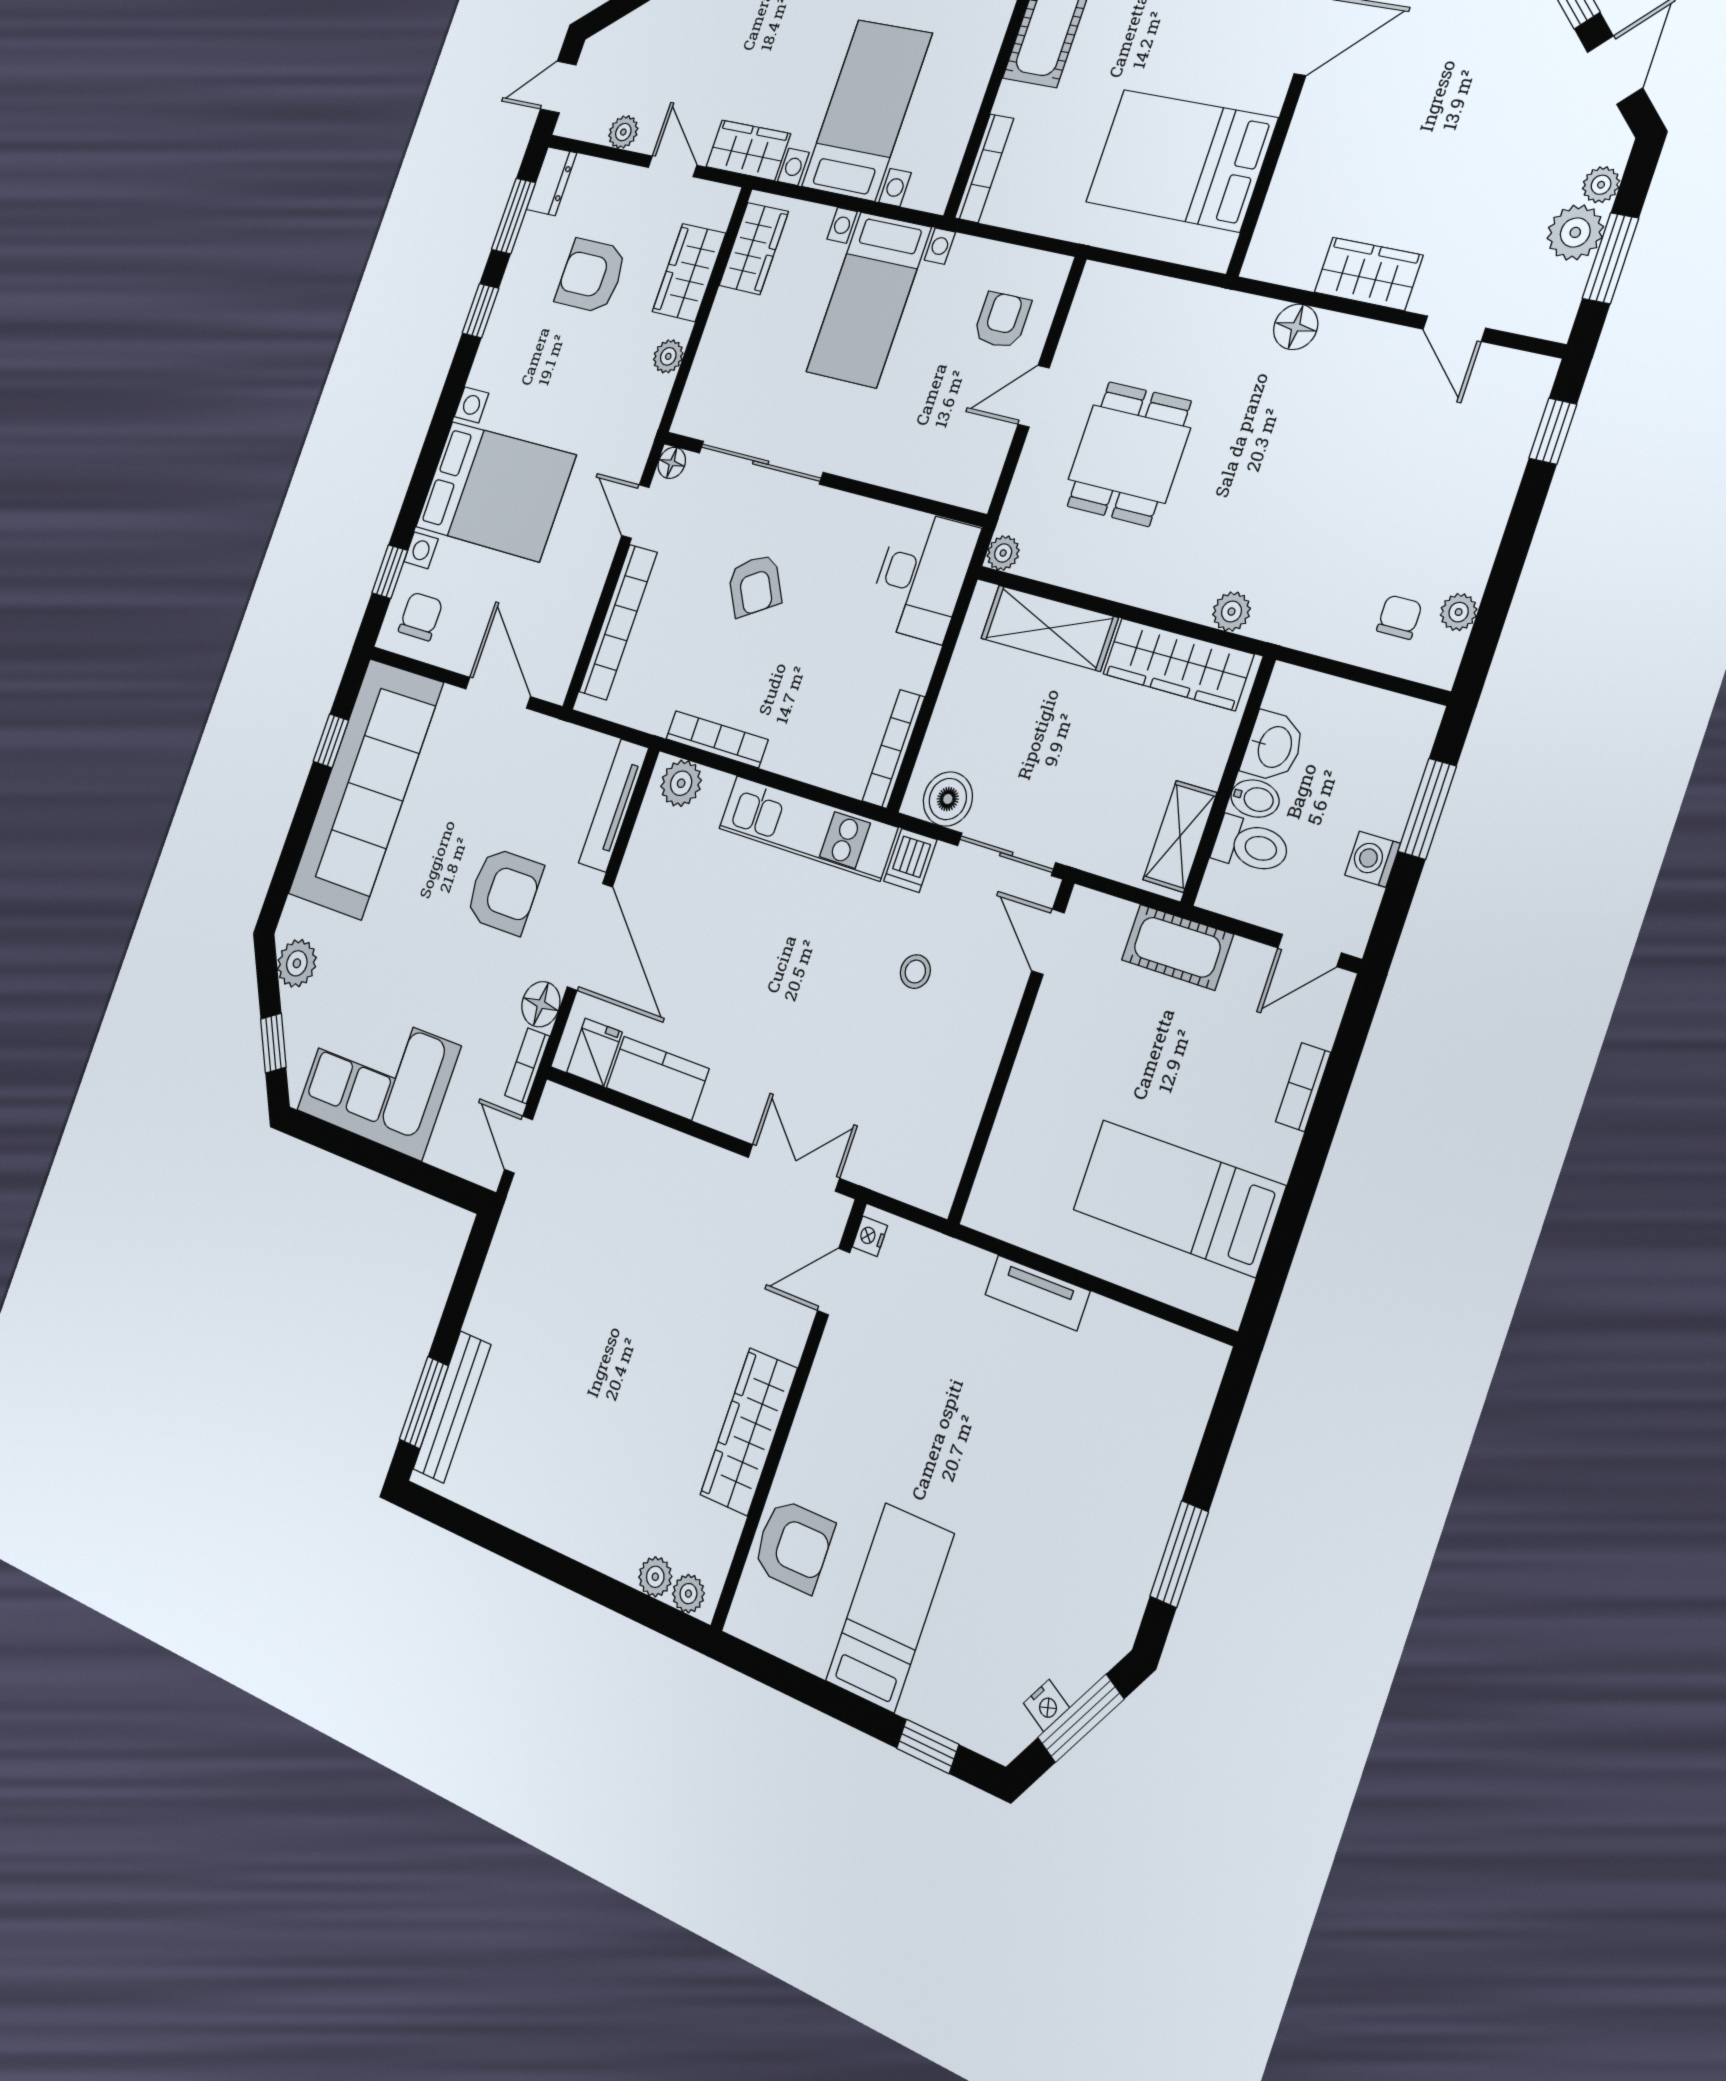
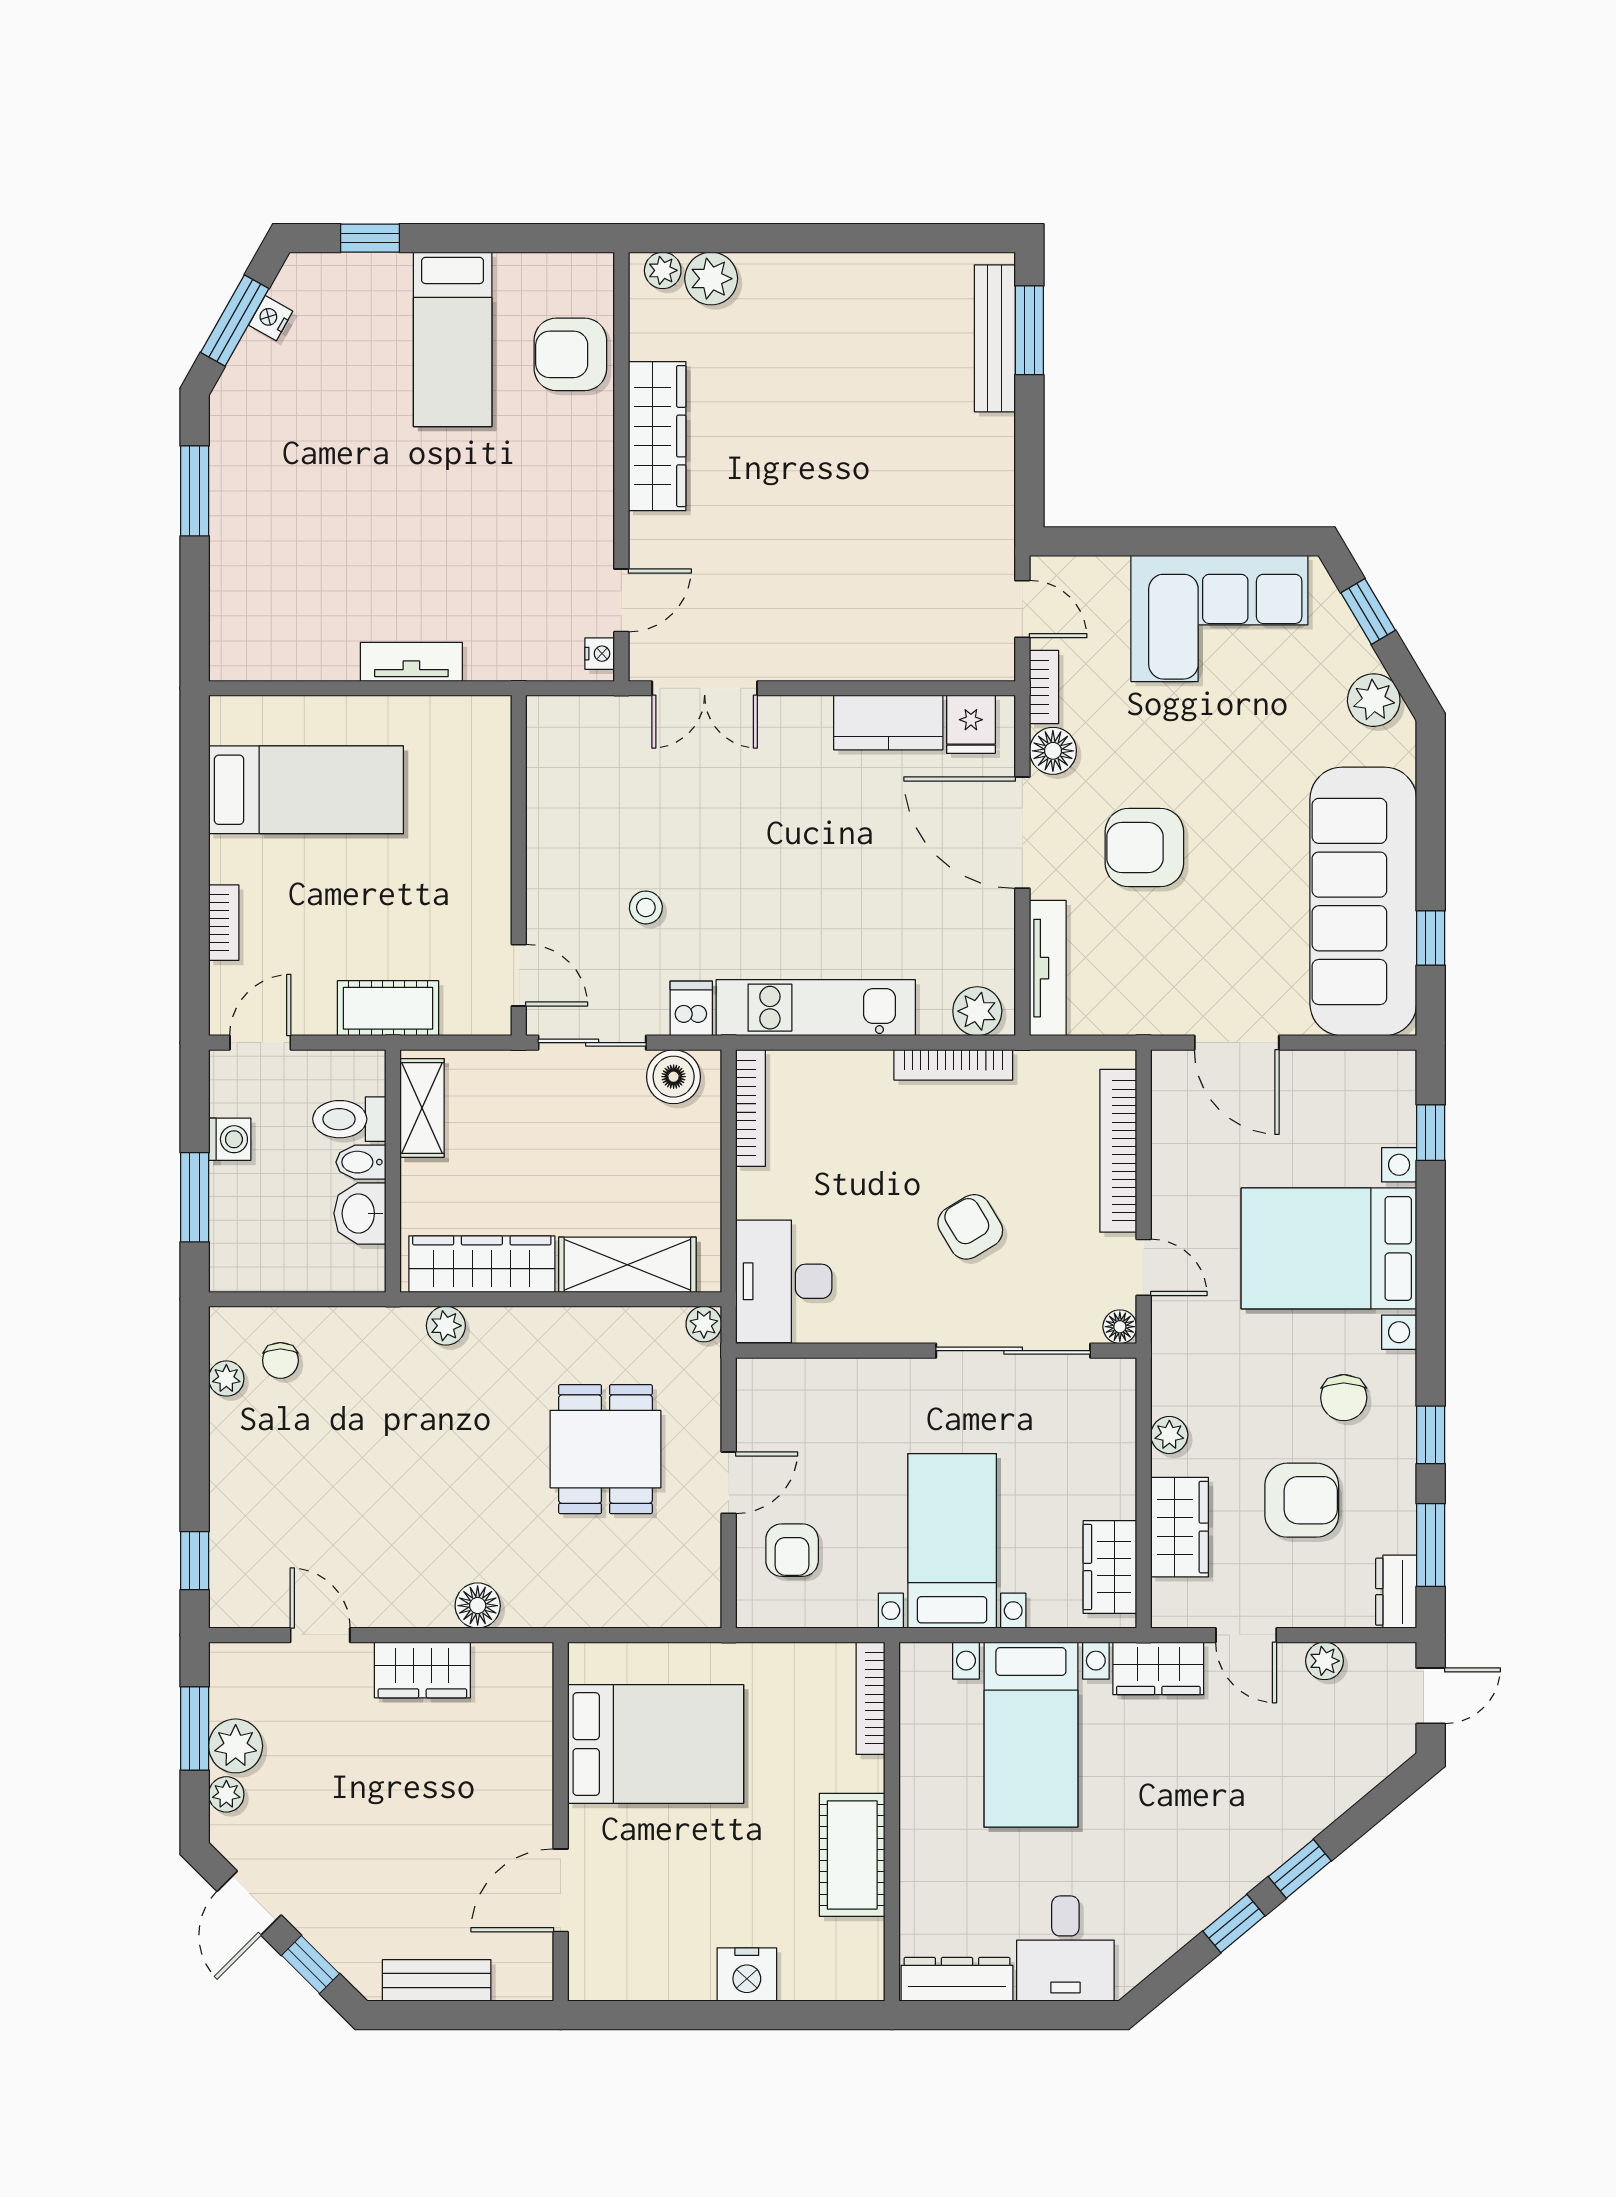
chair: (421, 616) -> (1344, 1398), moved
plant: (655, 1577) -> (711, 279), width x1.38, depth x1.38

